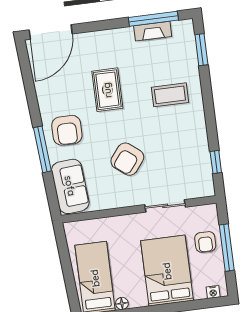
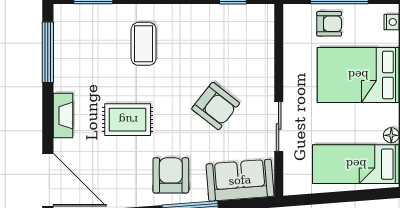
fireplace: (153, 31) -> (63, 116), moved
armchair: (67, 130) -> (171, 175), turned -90
sliding door: (165, 206) -> (279, 126), moved

